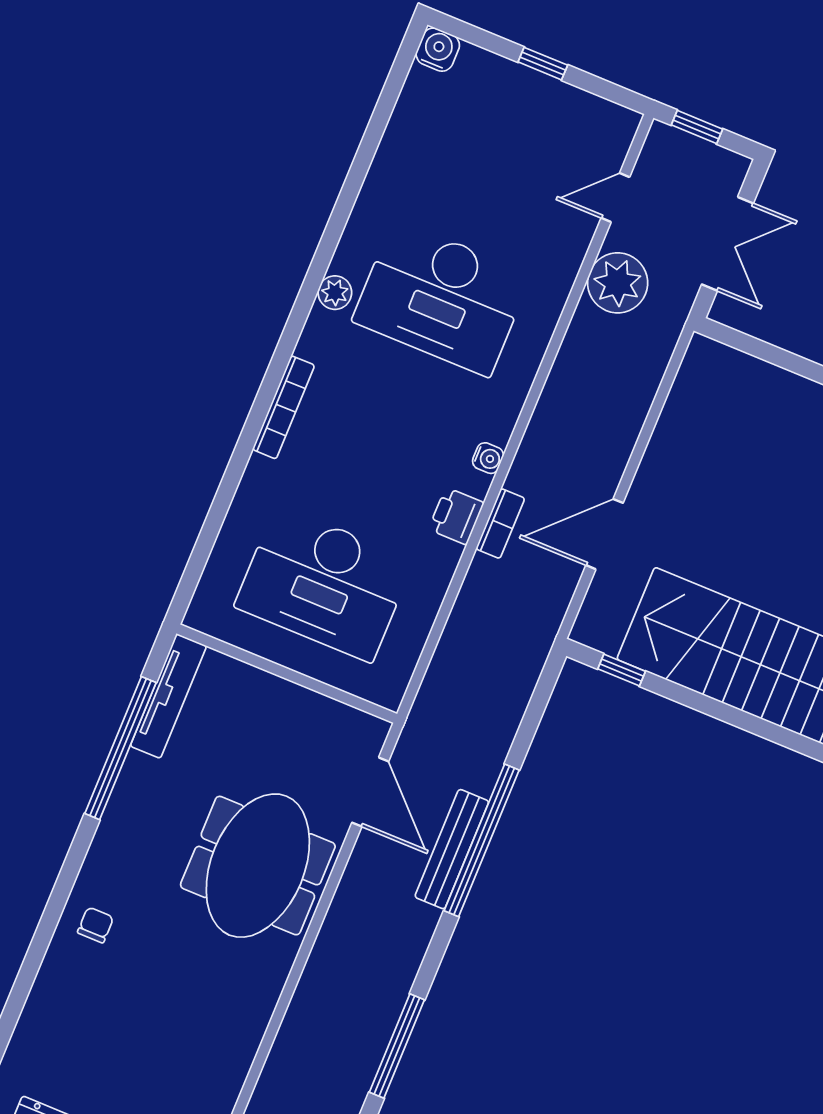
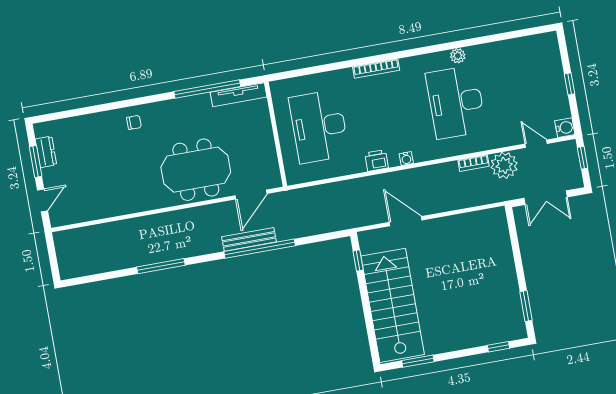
water cooler: (438, 50) -> (565, 128), moved
plant: (335, 293) -> (458, 56), moved
bookcase: (500, 523) -> (474, 163), moved

